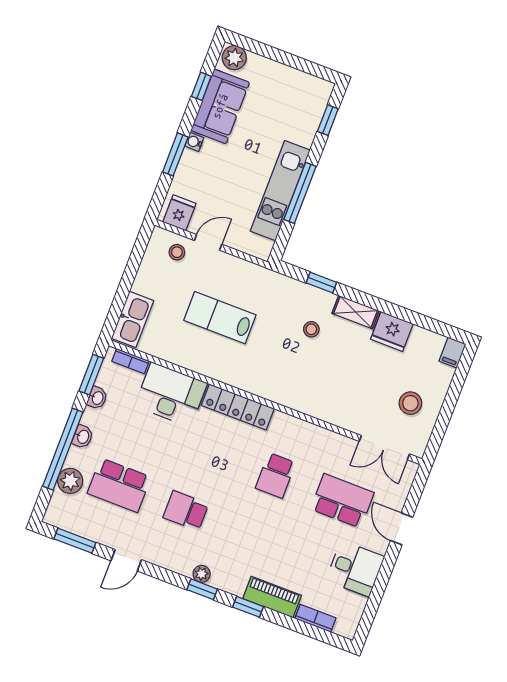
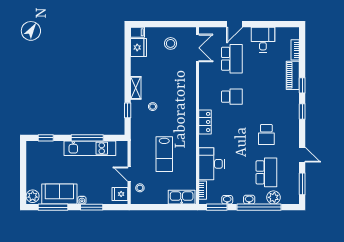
window: (201, 86) -> (53, 207), width x2.17
fridge: (392, 331) -> (138, 47), moved
locker: (238, 407) -> (205, 122), width x0.66
school desk: (342, 501) -> (232, 59), turned 180
plant: (202, 574) -> (295, 115), removed

